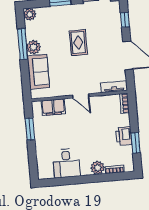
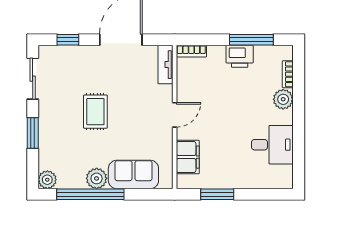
rug: (78, 43) -> (95, 112), turned 90
window: (23, 44) -> (90, 194), width x1.46
window: (136, 143) -> (251, 40), width x1.44

